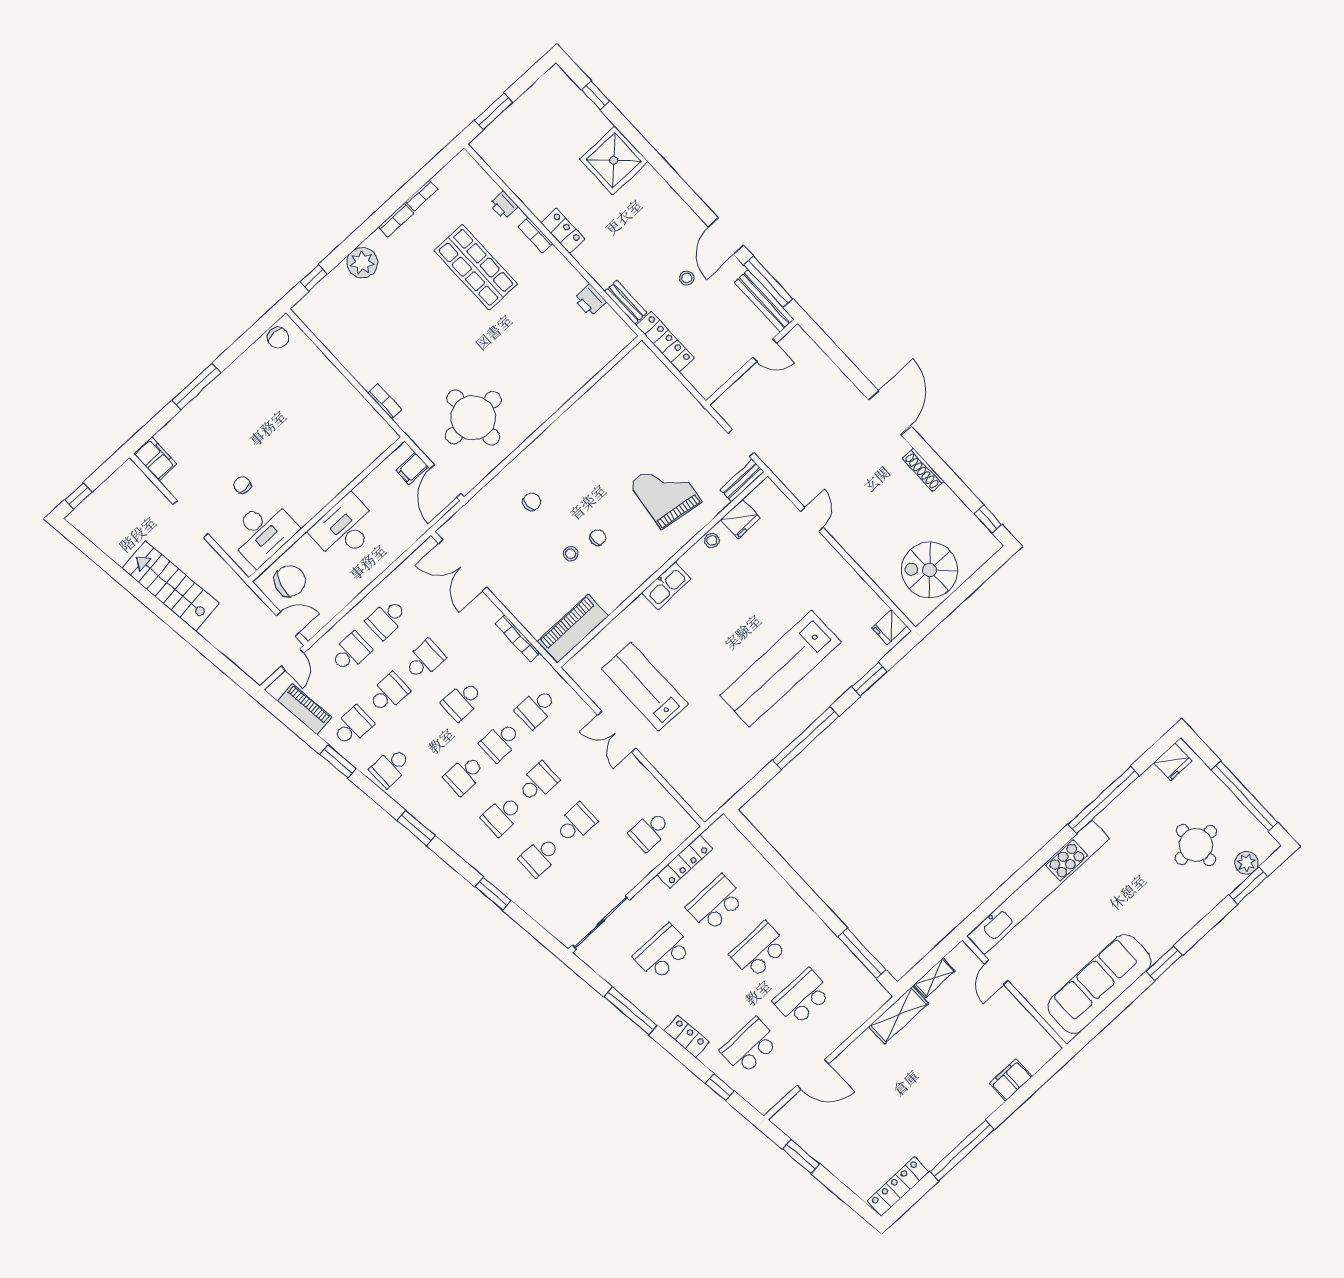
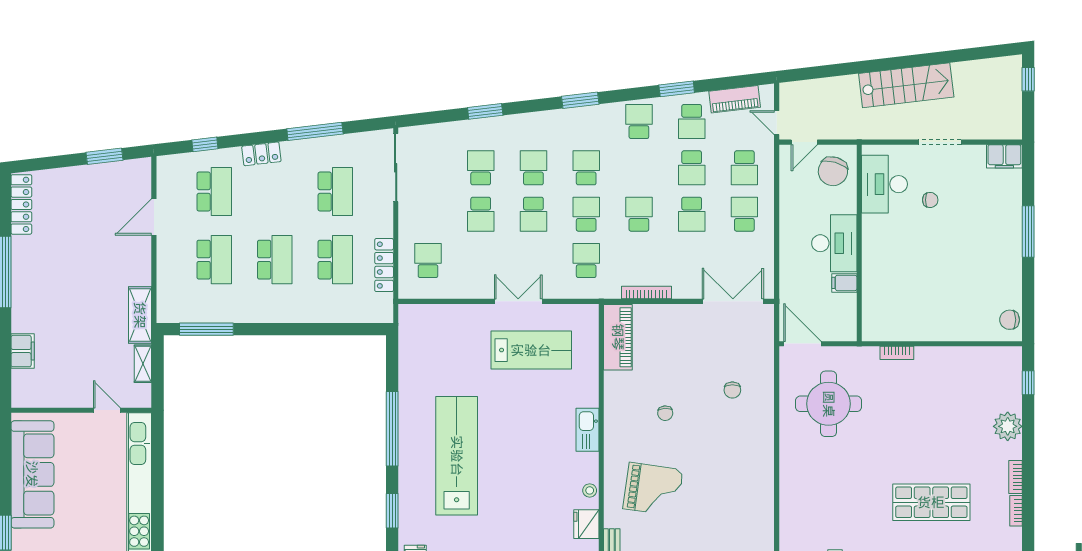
filing cabinet: (412, 468) -> (844, 283), moved, turned -90
stool: (571, 554) -> (671, 384), removed

